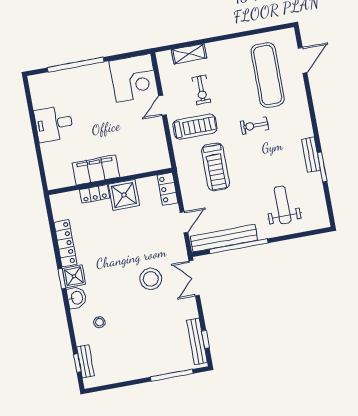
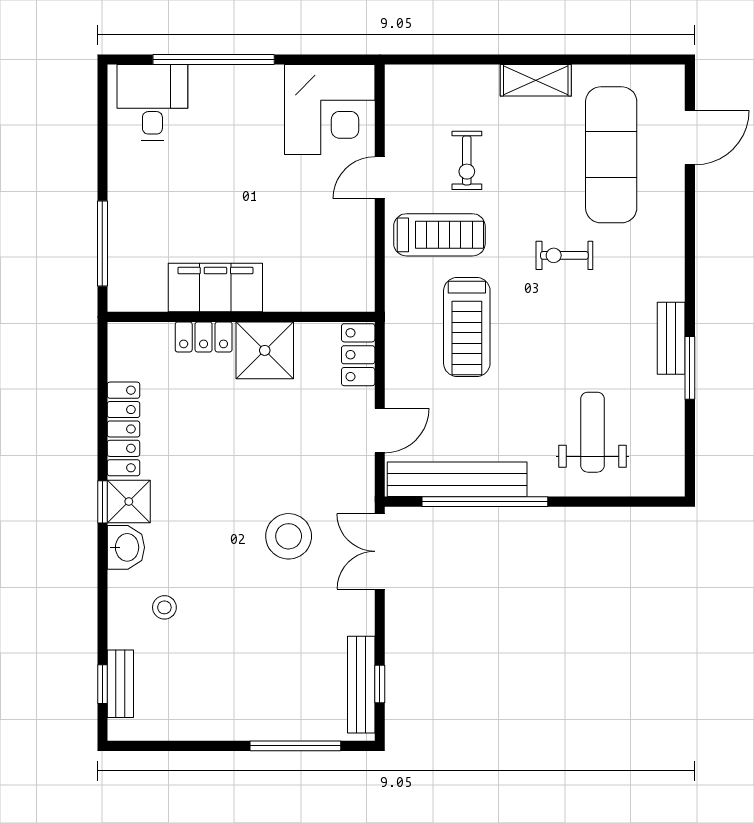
shelving: (189, 54) -> (536, 80), moved
desk: (54, 124) -> (152, 102), moved, turned 90
window: (40, 159) -> (102, 243), added

